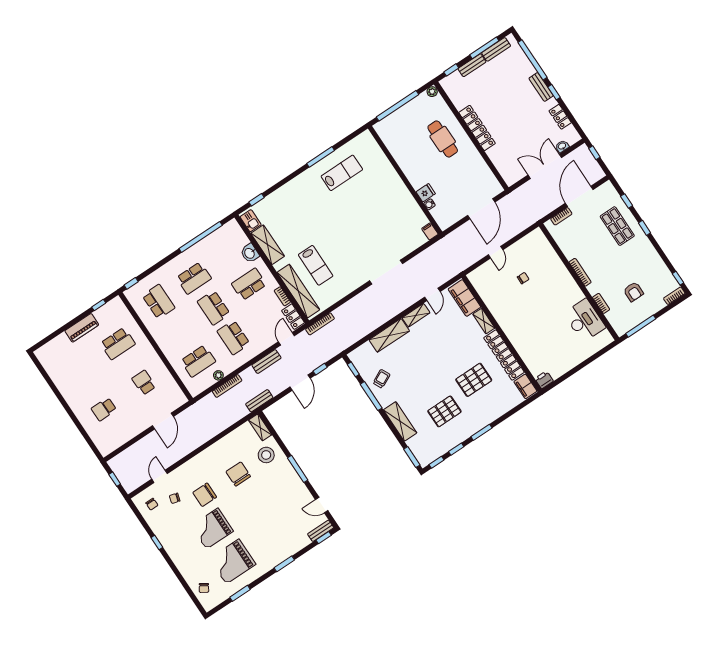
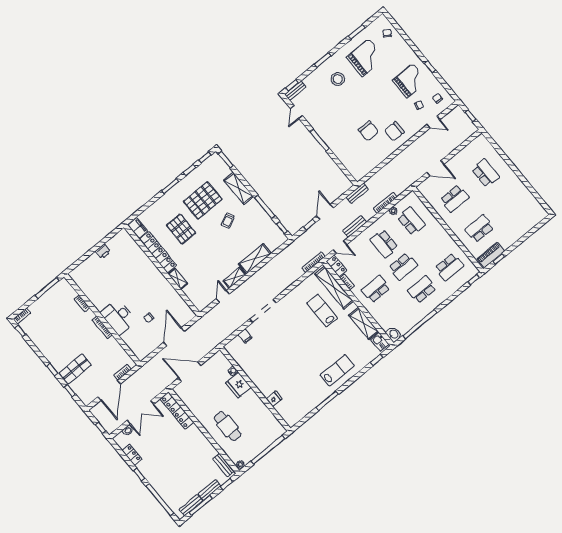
bench: (541, 87) -> (223, 465), moved
locker: (477, 128) -> (177, 410), moved
fridge: (384, 166) -> (274, 399), added
lab bench: (342, 173) -> (337, 370), moved, turned 180
fridge: (426, 193) -> (238, 385), width x1.88, depth x1.34
door: (481, 209) -> (190, 372), hinge flipped
shop shelf: (617, 226) -> (75, 369), turned 90
filing cabinet: (430, 231) -> (245, 336), moved
door: (496, 252) -> (174, 337), width x1.88
washbasin: (250, 253) -> (394, 334), moved
school desk: (249, 284) -> (376, 289), turned 180
armchair: (633, 292) -> (56, 316), removed
filing cabinet: (464, 298) -> (196, 296), removed
school desk: (159, 302) -> (449, 267), turned -90
school desk: (214, 308) -> (403, 267), turned 90
desk: (585, 320) -> (118, 317), moved
piano: (82, 328) -> (491, 255), moved
school desk: (233, 337) -> (384, 244), turned 180
door: (286, 339) -> (340, 247), hinge flipped
school desk: (198, 361) -> (411, 221), turned 90
trolley: (381, 379) -> (228, 221), moved
pallet: (474, 380) -> (181, 229), turned 90
printer: (544, 380) -> (103, 251), moved
school desk: (144, 383) -> (455, 199), width x1.85
school desk: (104, 409) -> (485, 173), width x1.85
pallet: (444, 411) -> (203, 200), width x1.37, depth x1.41
door: (163, 421) -> (435, 168), swing flipped
shelving: (260, 427) -> (354, 171), removed
stool: (266, 455) -> (338, 79), moved
door: (160, 476) -> (433, 122), hinge flipped
chair: (205, 495) -> (394, 131), moved, turned 180
door: (322, 505) -> (296, 112), swing flipped
grand piano: (212, 529) -> (410, 81), moved

